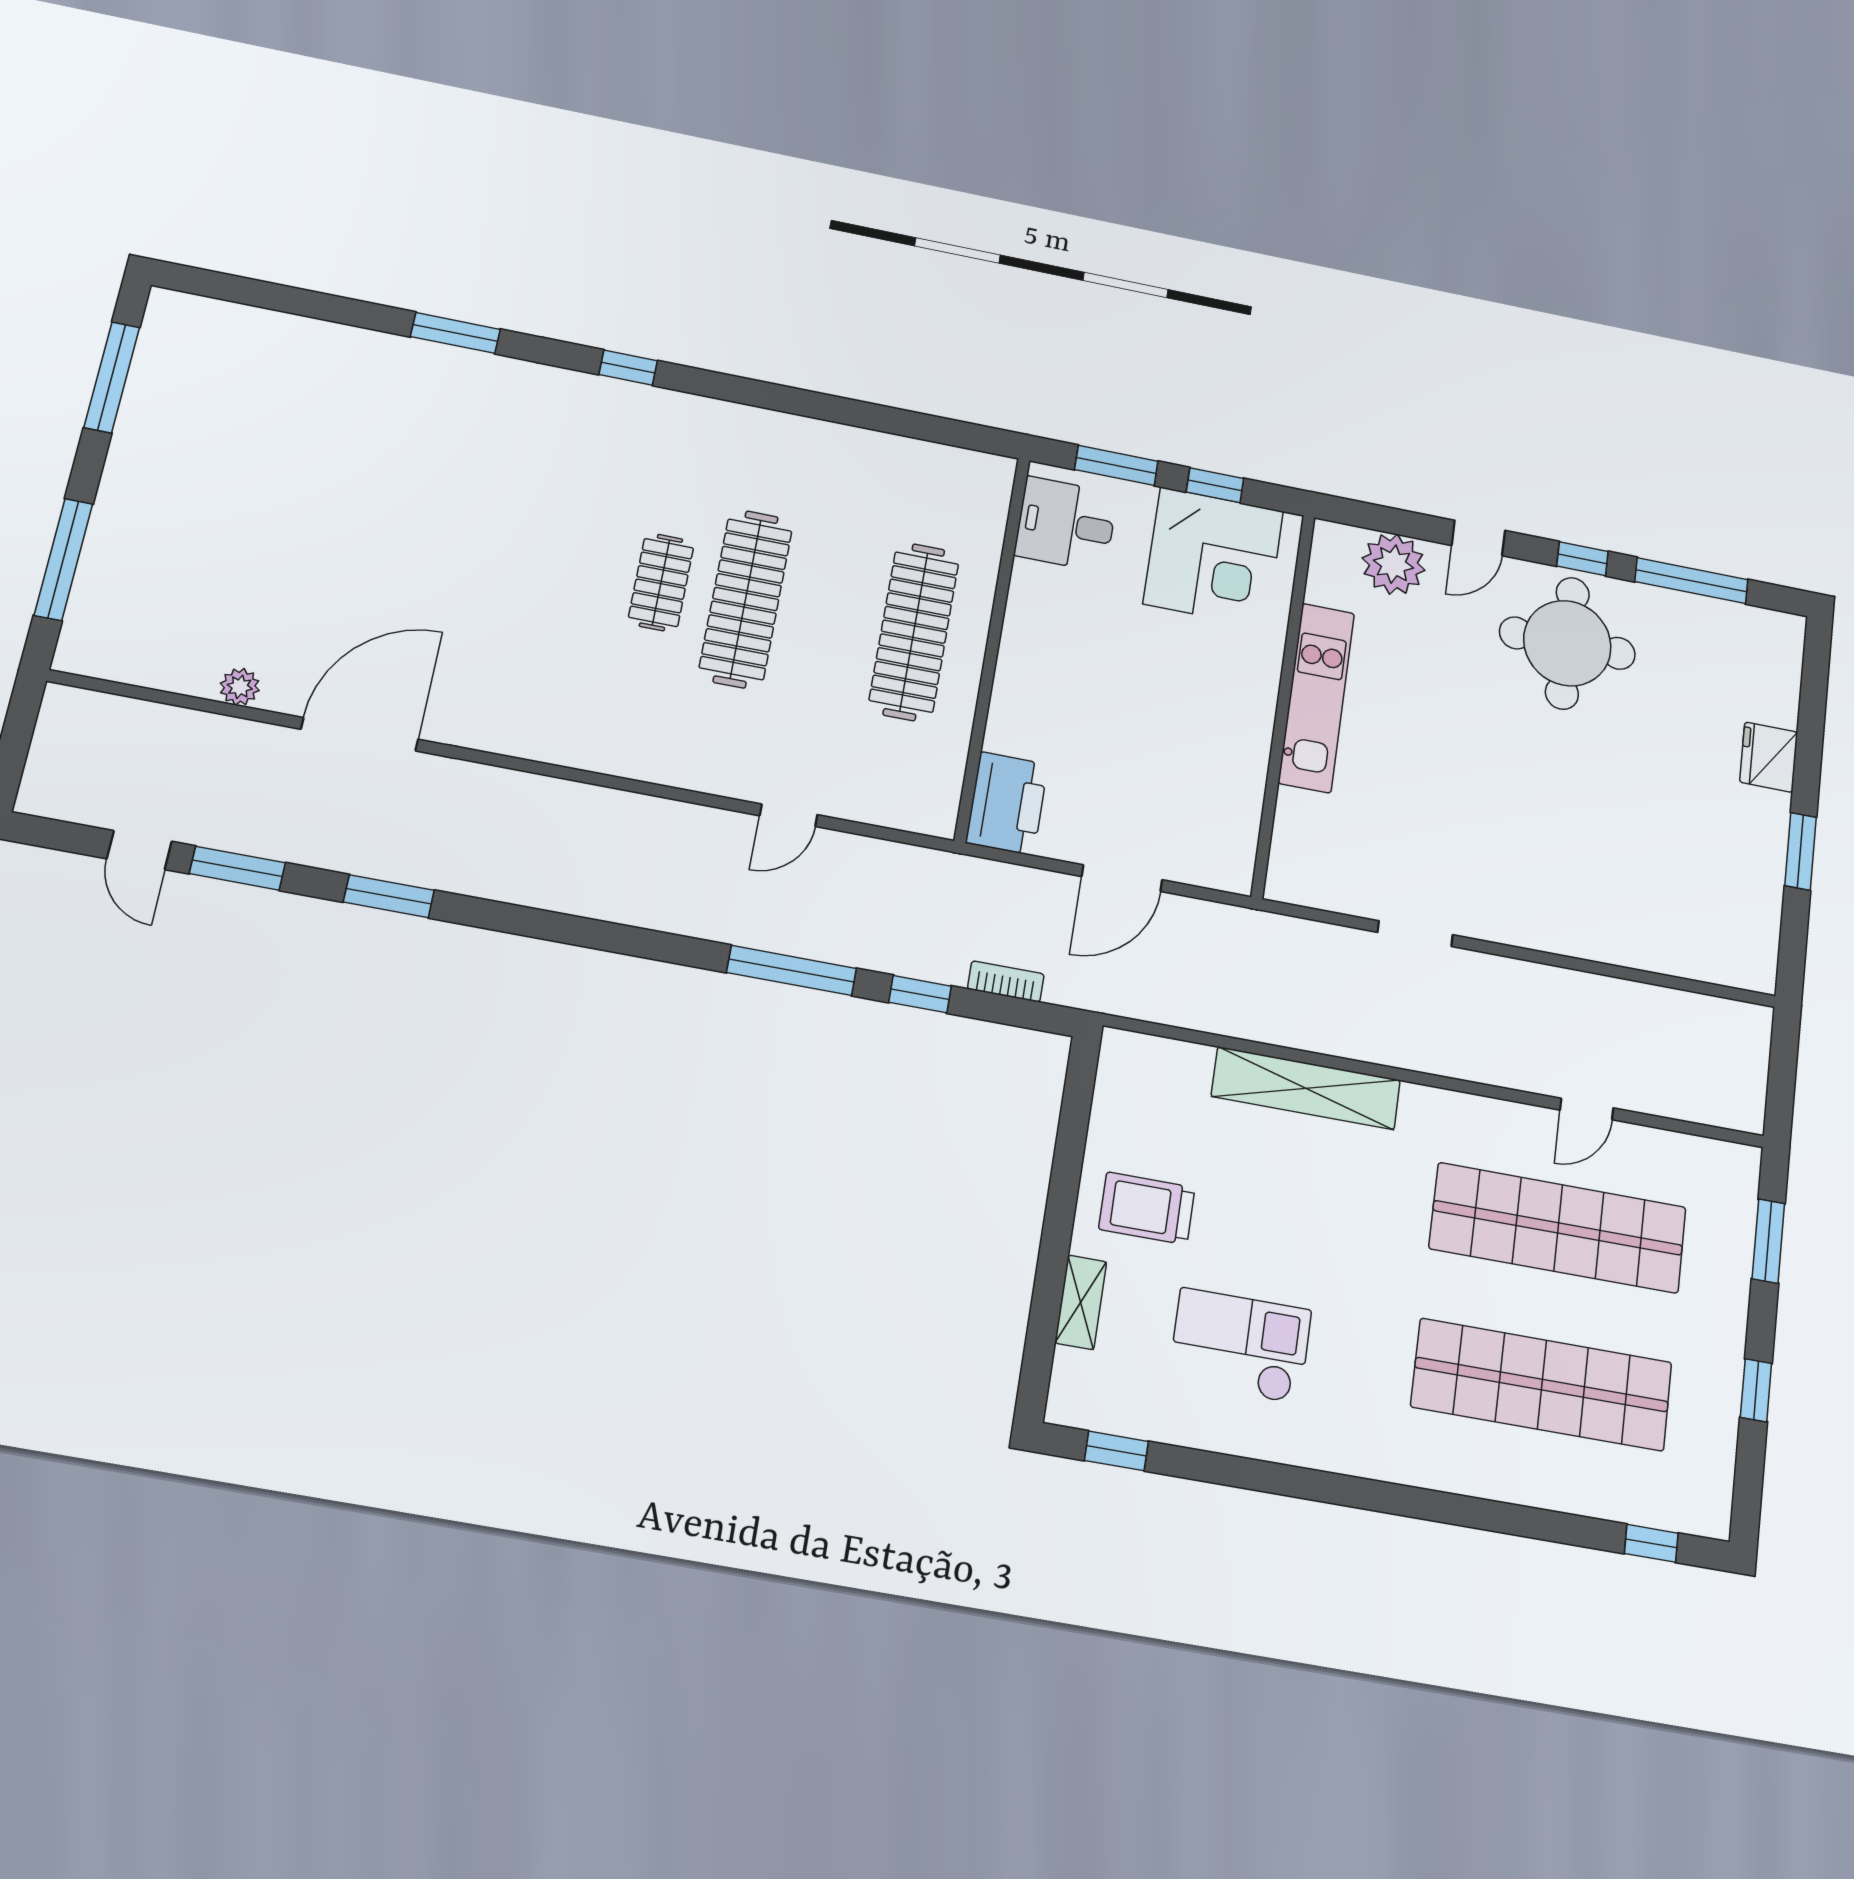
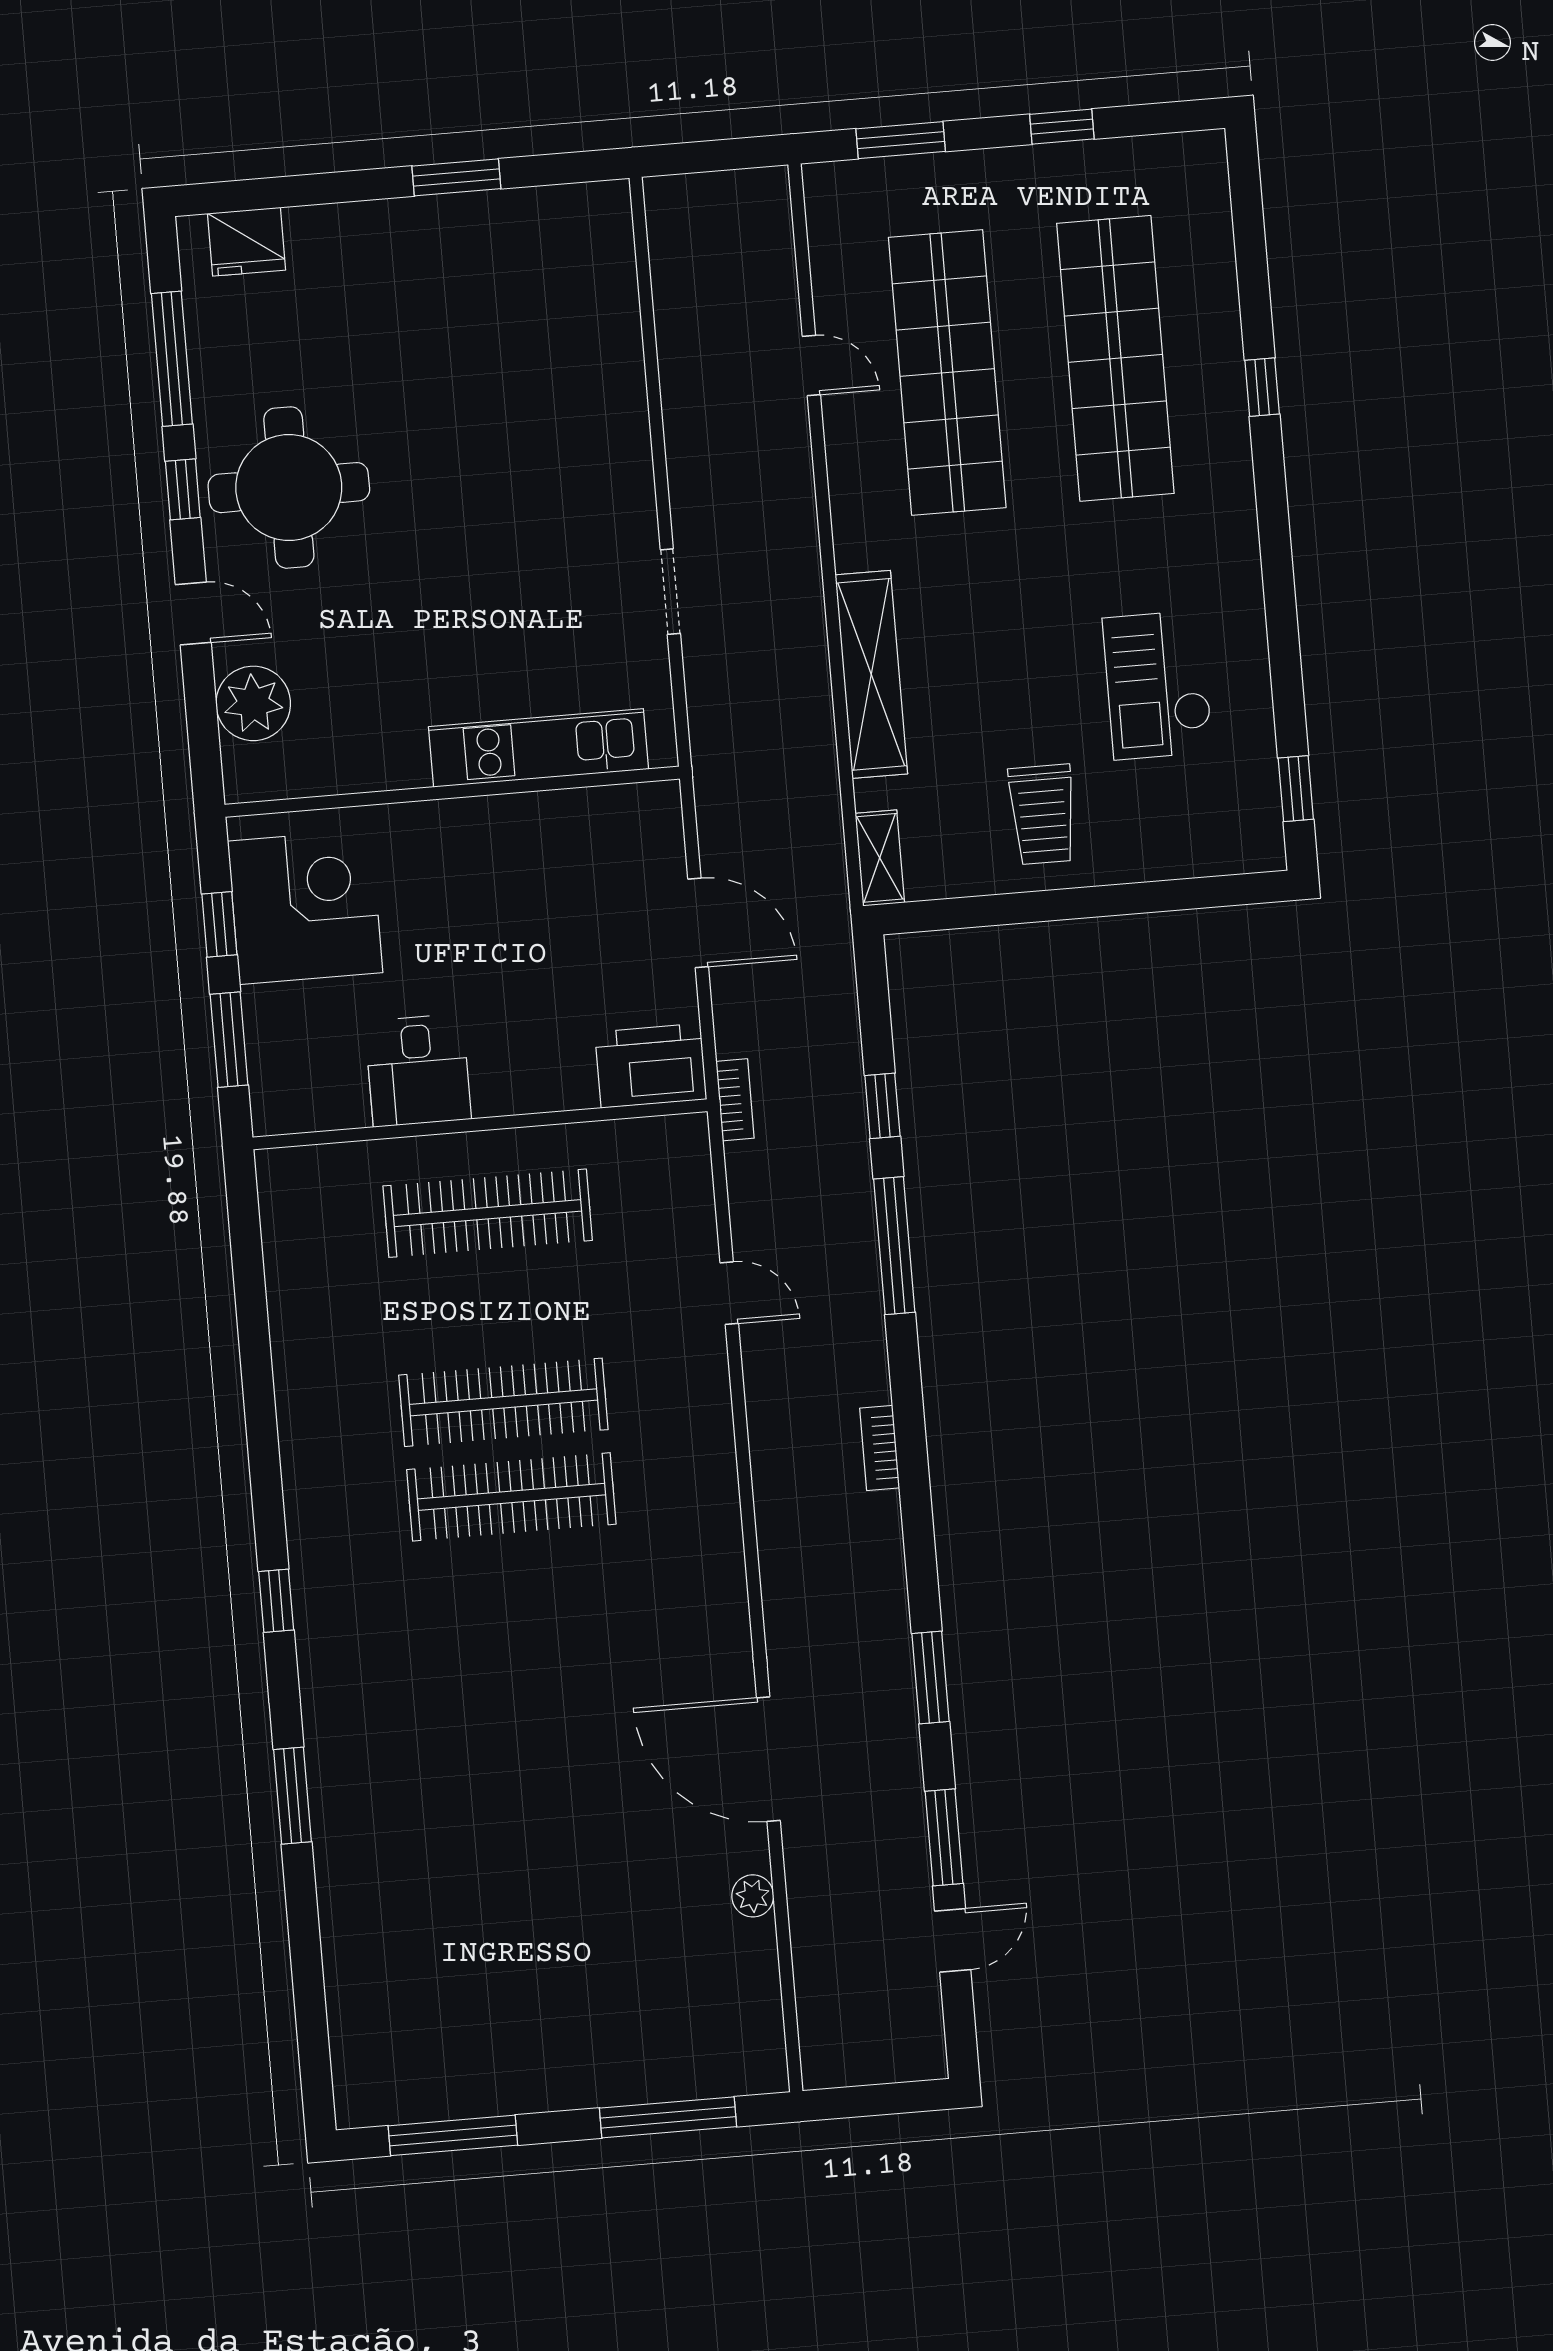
desk: (1066, 524) -> (418, 1070), moved
clothes rail: (661, 582) -> (511, 1497), width x1.86, depth x1.31
kitchen unit: (1316, 698) -> (539, 748), moved
fridge: (1769, 757) -> (246, 242), moved
bookcase: (612, 908) -> (880, 1448), added
bookcase: (1006, 981) -> (735, 1100), moved, turned 180
shelving: (1081, 1302) -> (880, 858), moved, turned 90
window: (1651, 1543) -> (1262, 387), moved

